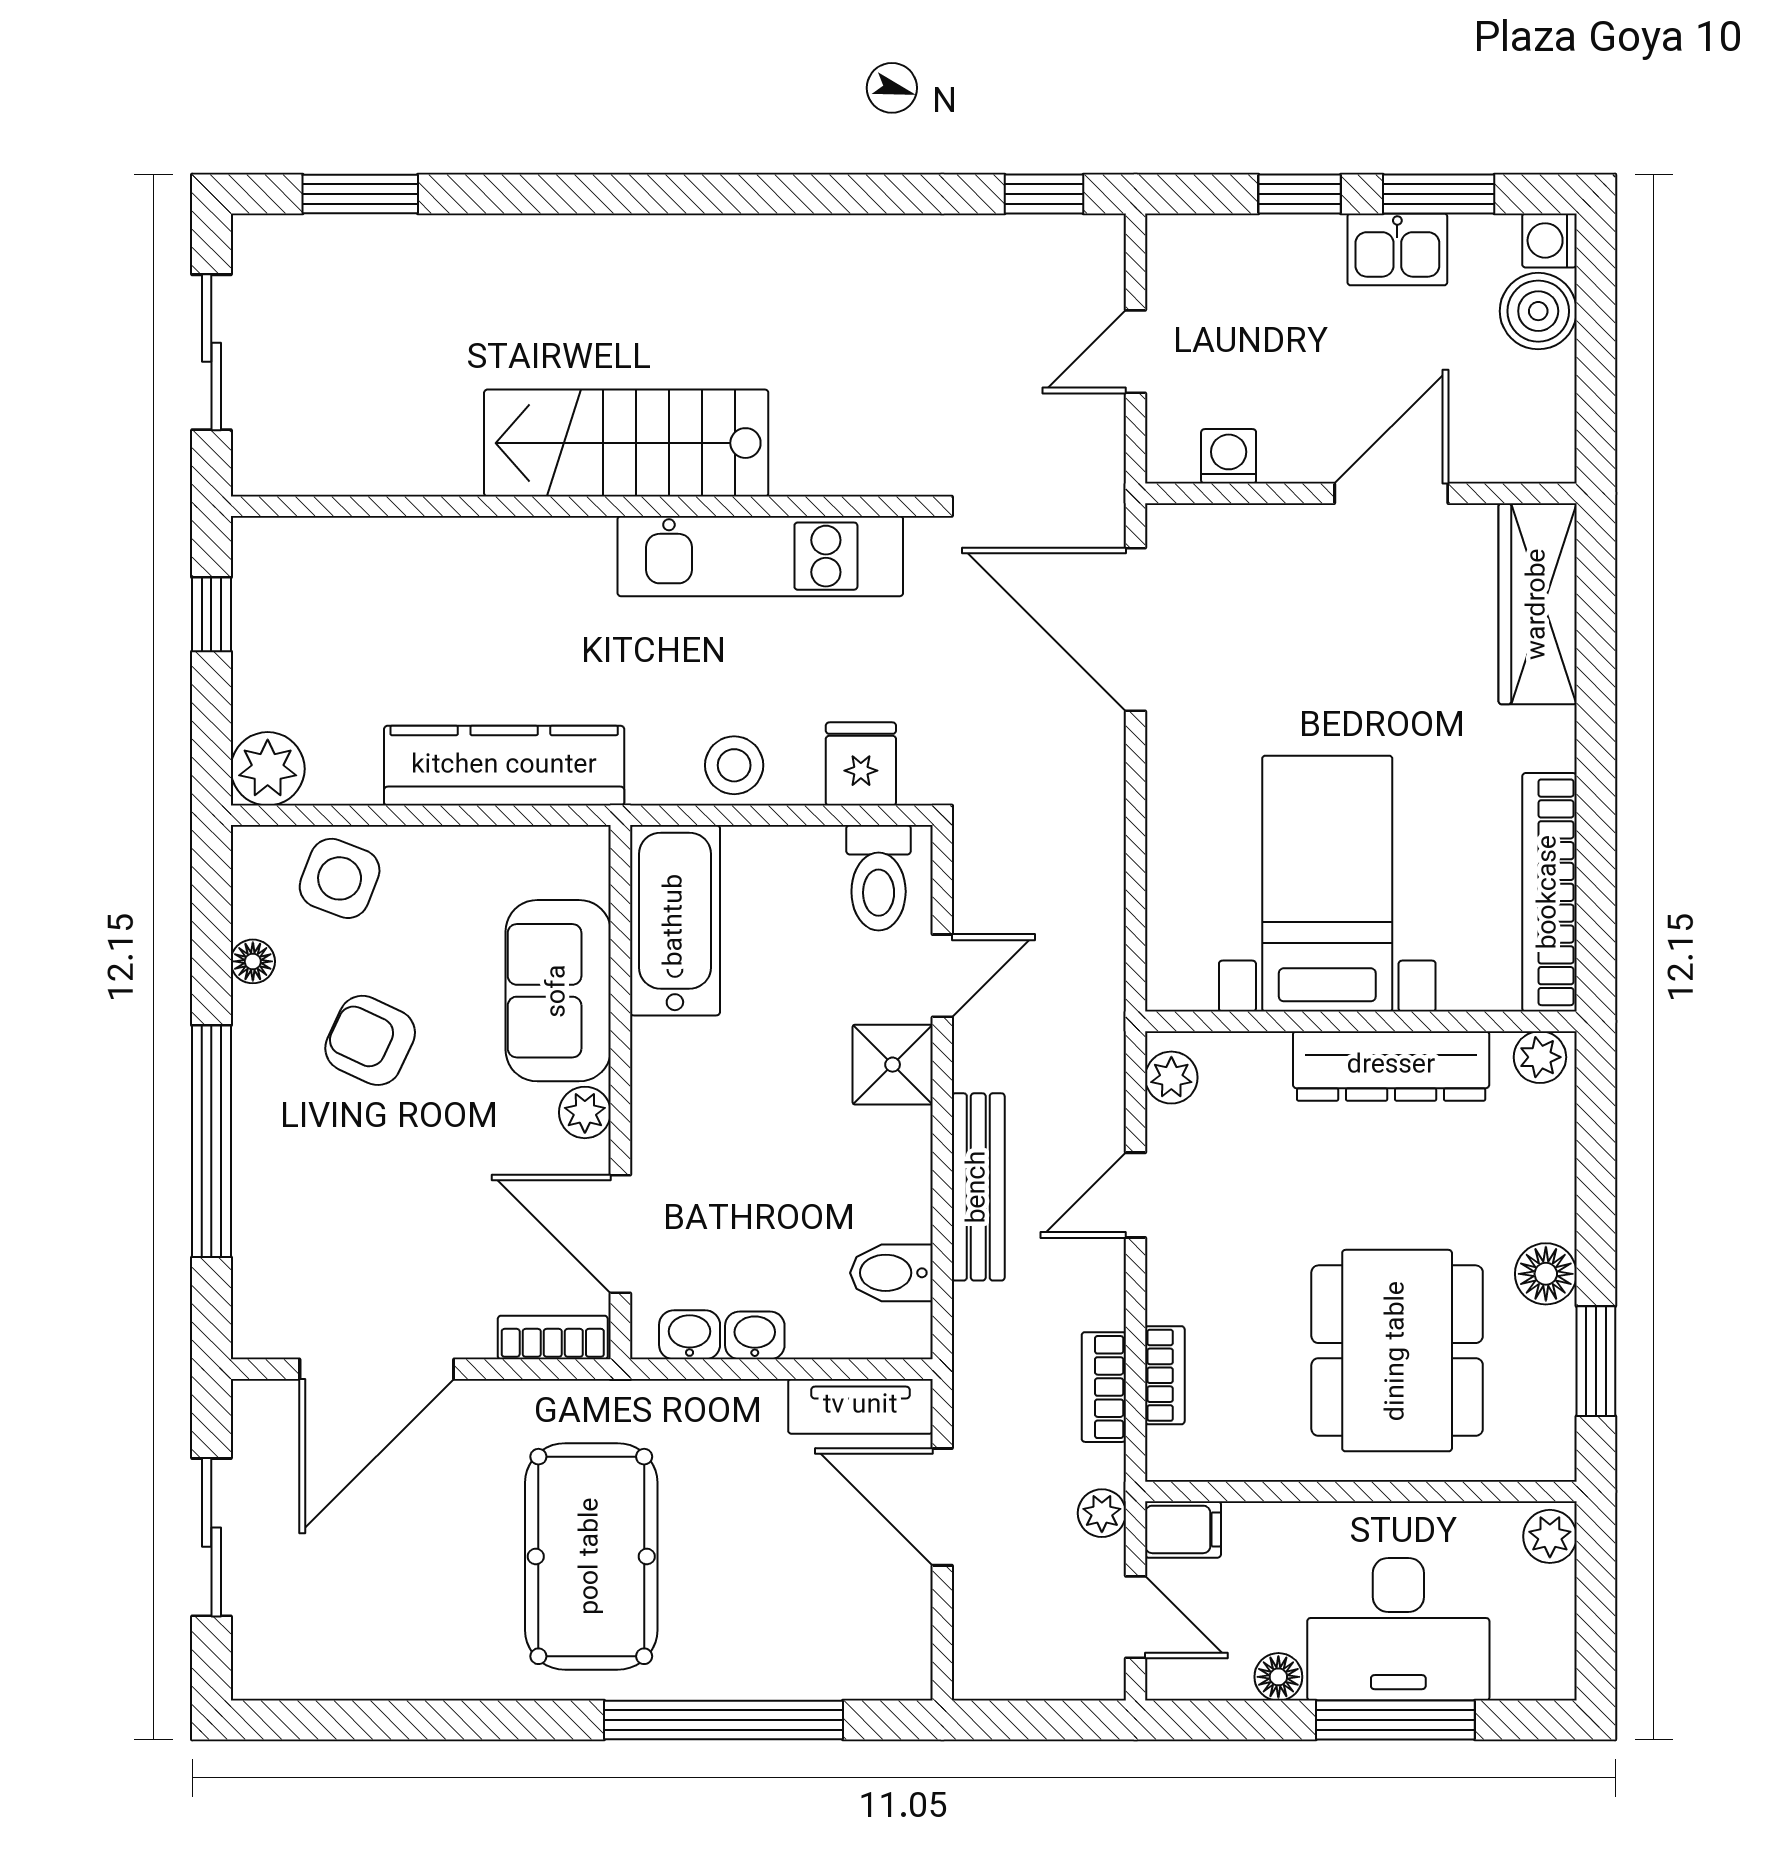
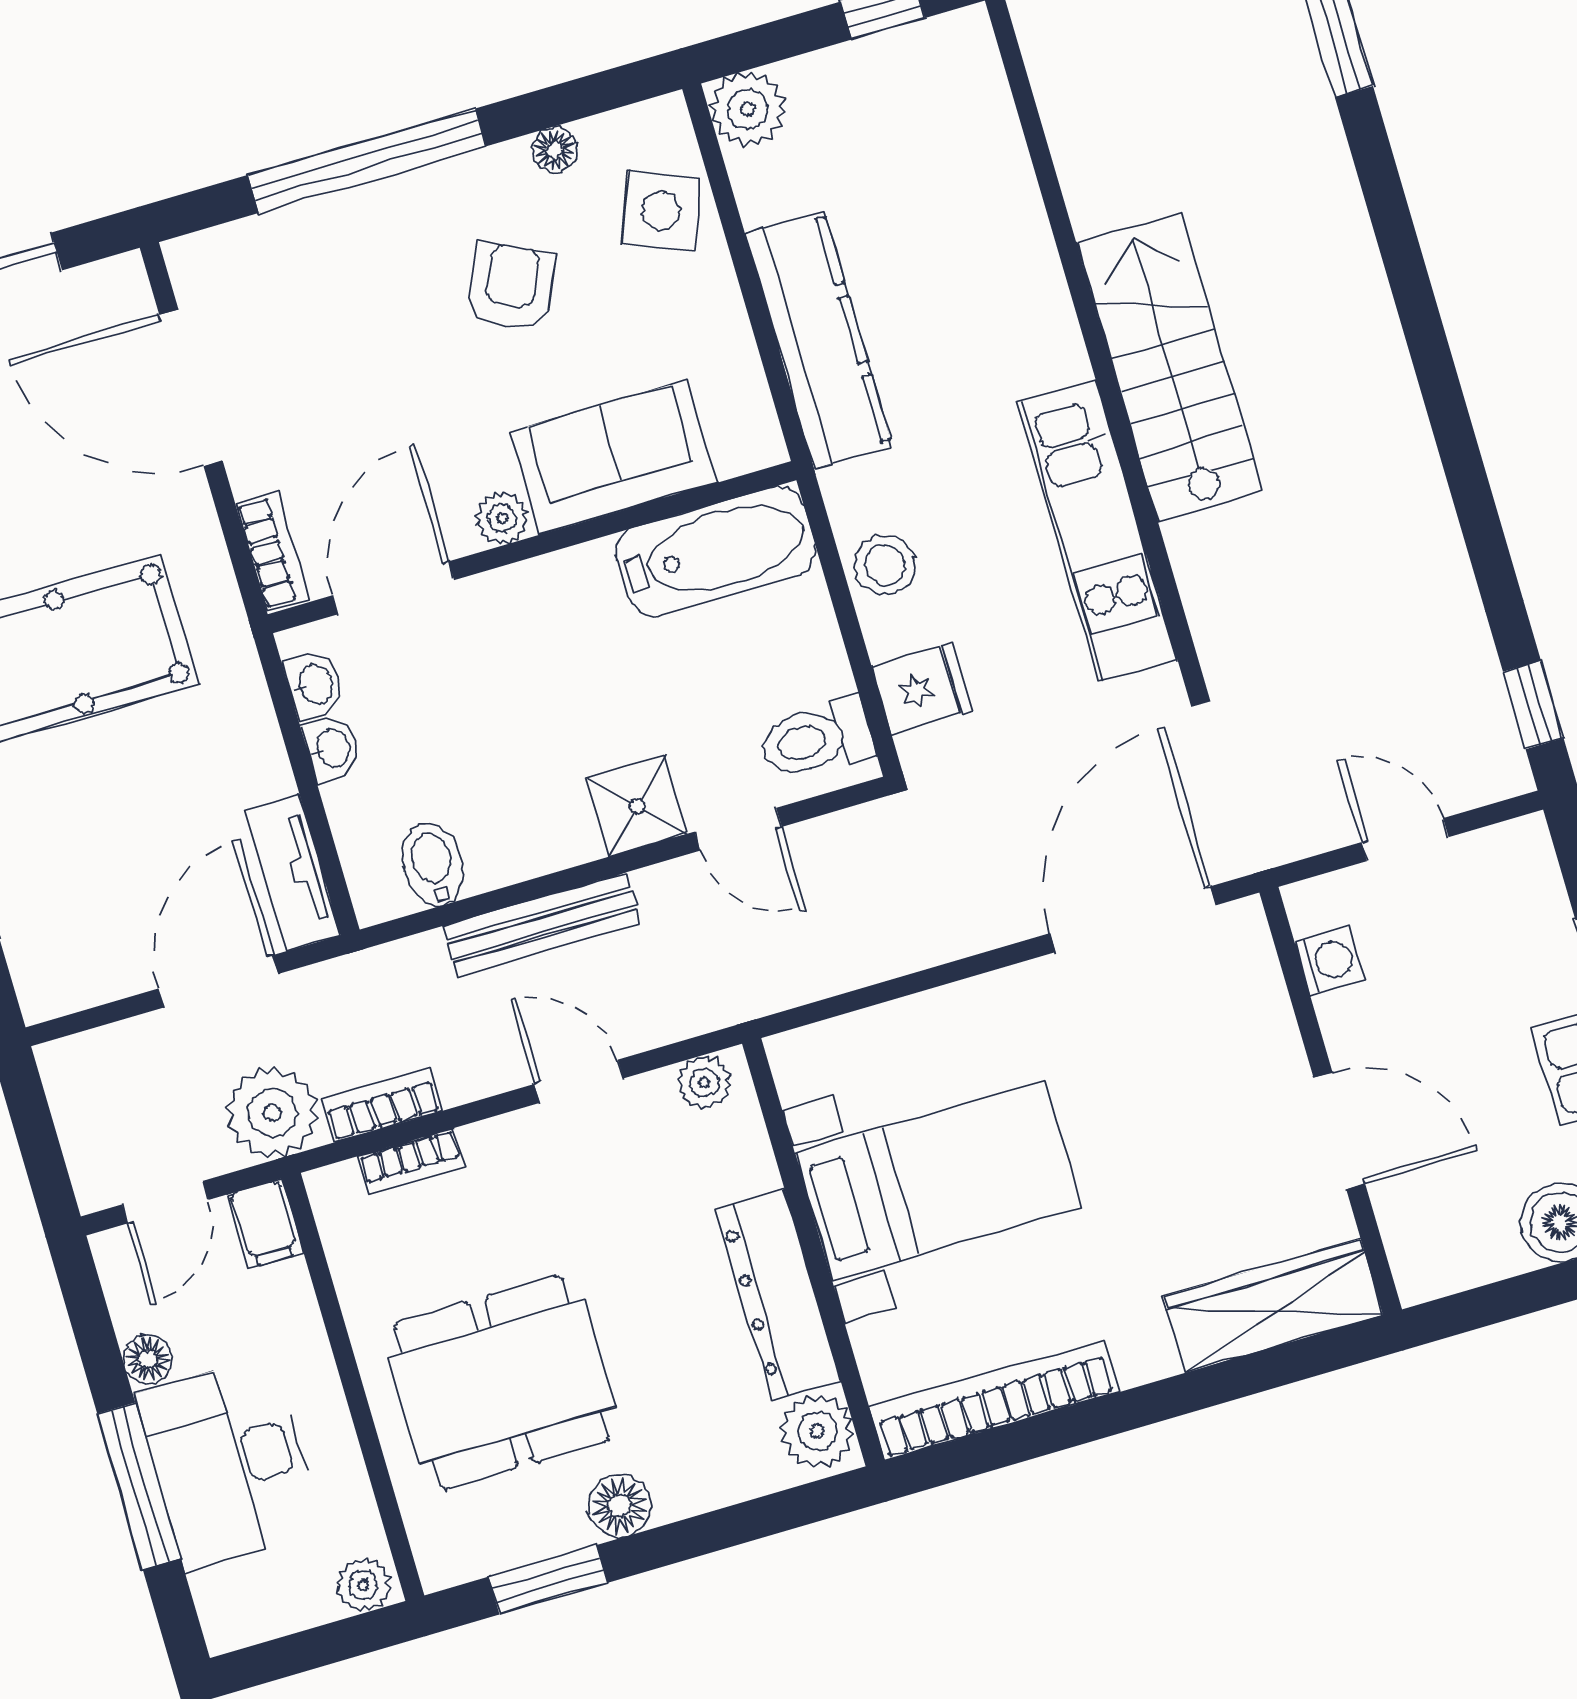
plant: (1540, 1057) -> (817, 1431), width x1.38, depth x1.38
plant: (1102, 1513) -> (272, 1113), width x1.88, depth x1.88

